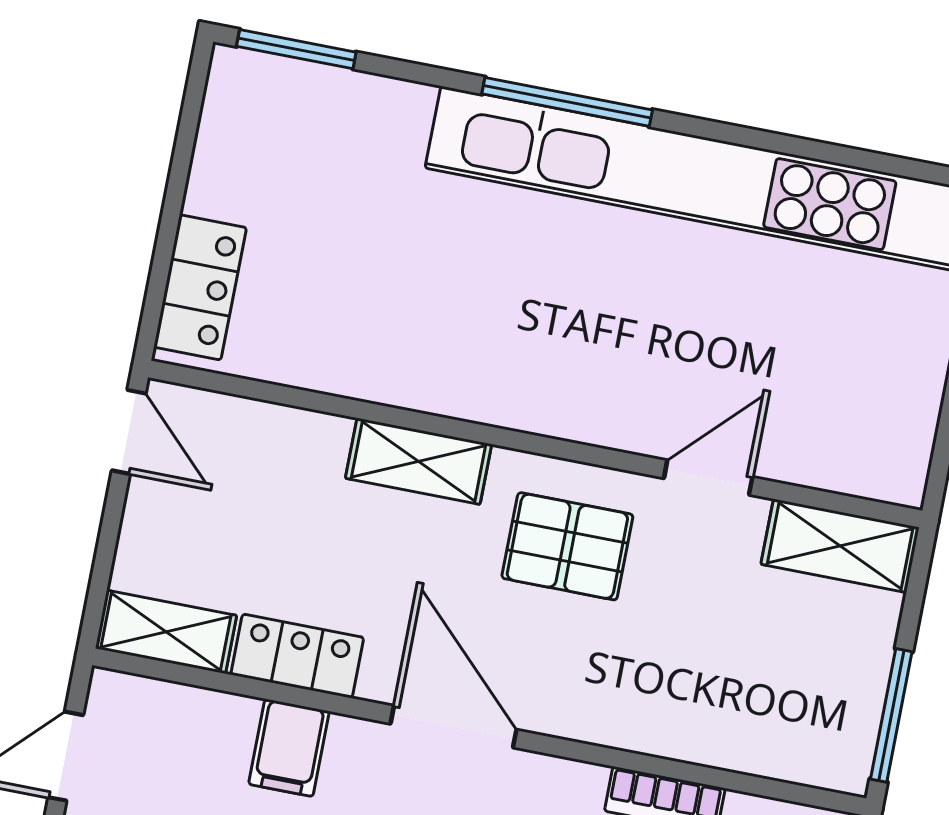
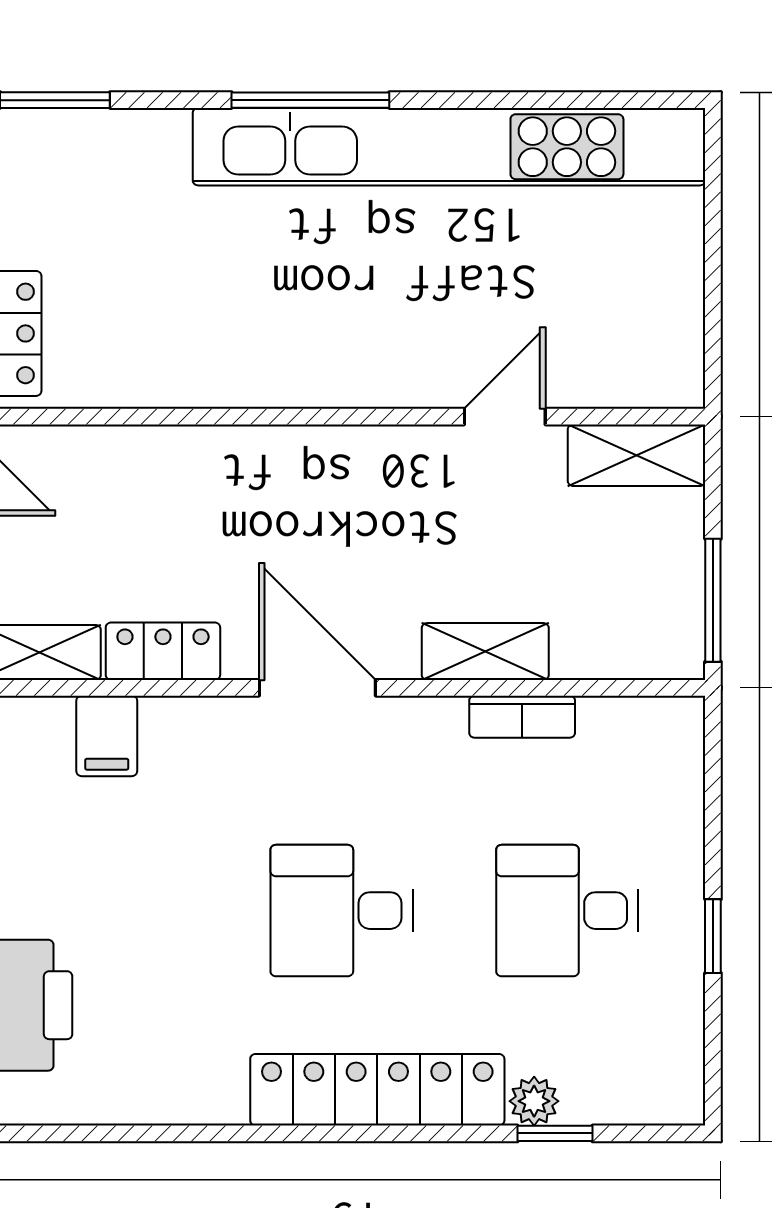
shelving: (419, 461) -> (485, 652), moved
pallet: (567, 546) -> (389, 504), removed
filing cabinet: (289, 748) -> (107, 736), moved

